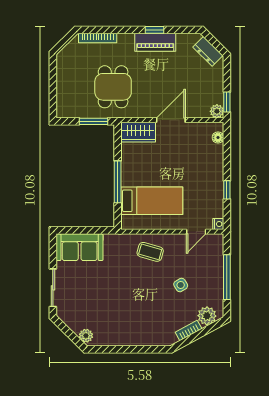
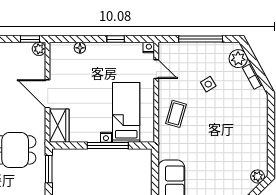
floor lamp: (218, 137) -> (80, 48), moved
nightstand: (126, 180) -> (106, 137), added

